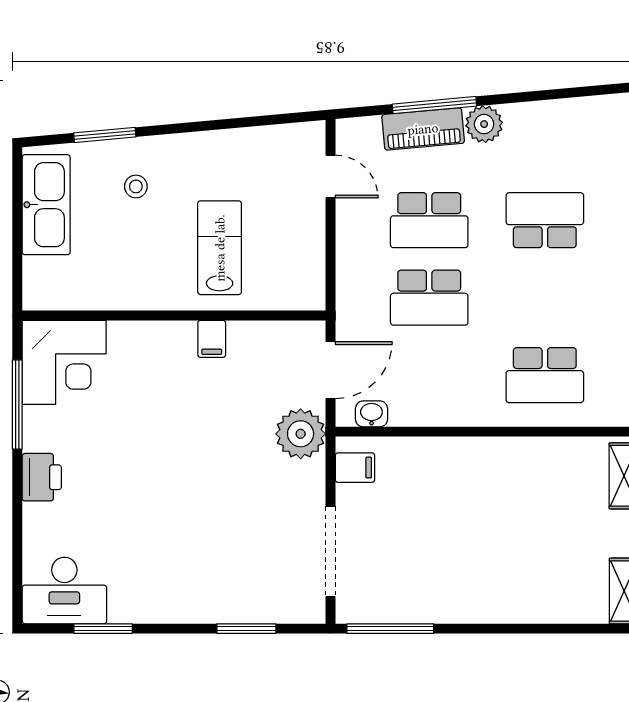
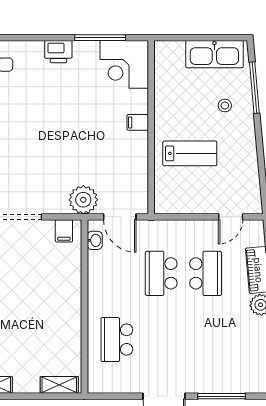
window: (105, 135) -> (254, 88), width x1.44
school desk: (429, 220) -> (206, 273), turned 180
school desk: (545, 220) -> (206, 340), removed
filing cabinet: (212, 339) -> (138, 122), moved

